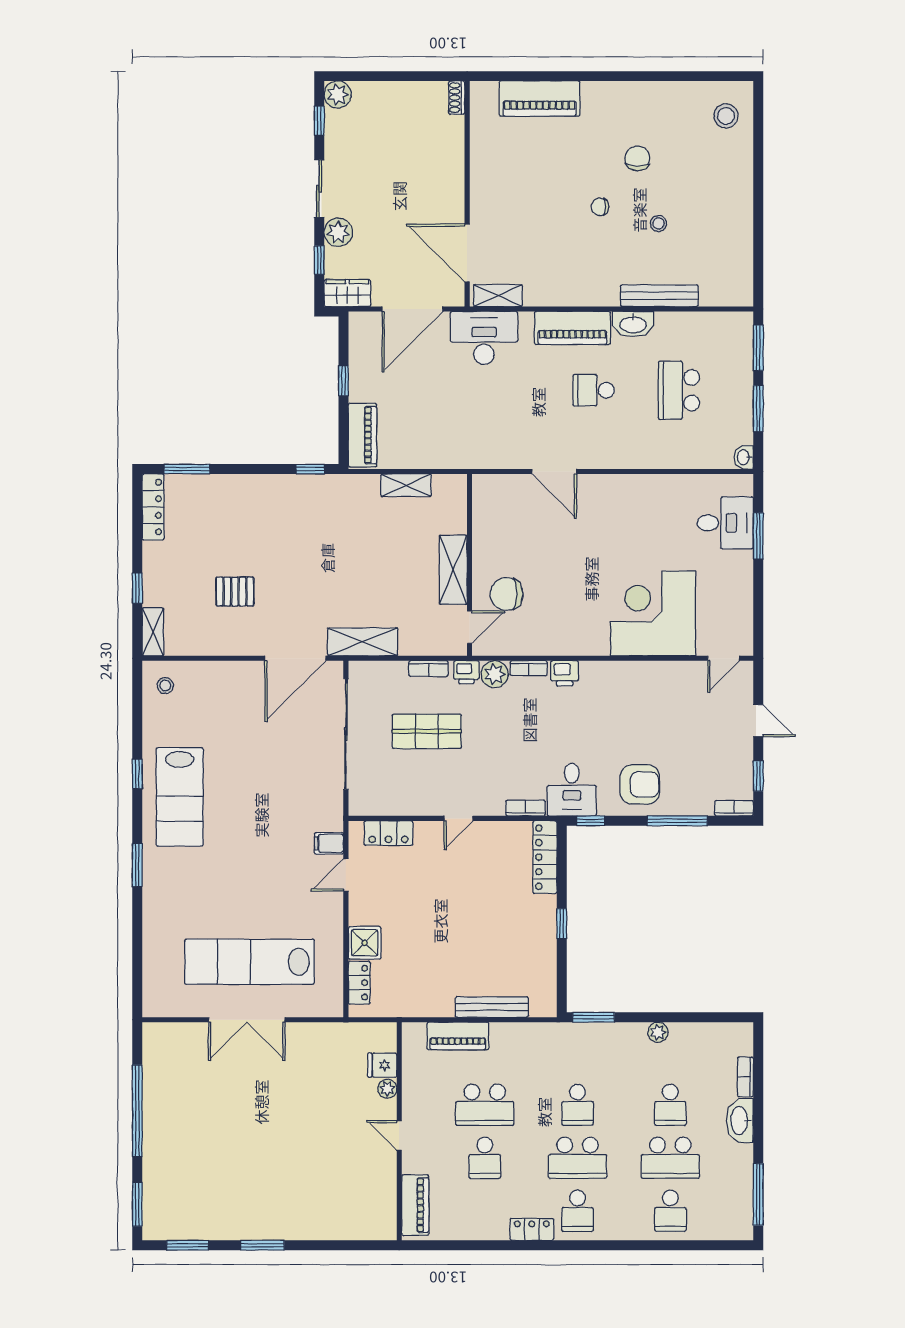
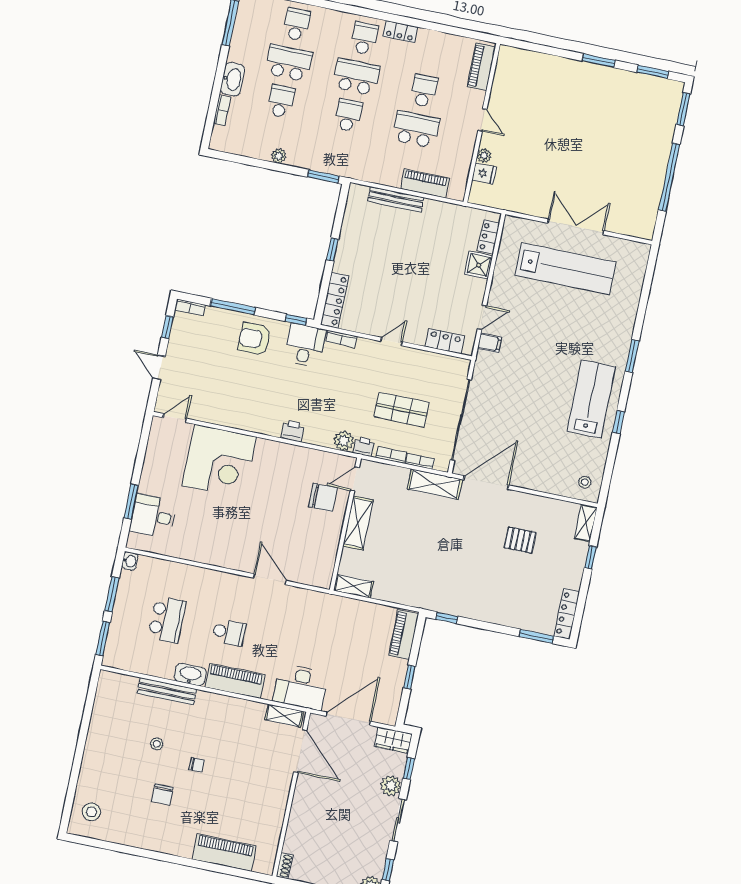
shelving: (406, 485) -> (353, 586), moved
bookcase: (529, 668) -> (420, 461), moved

